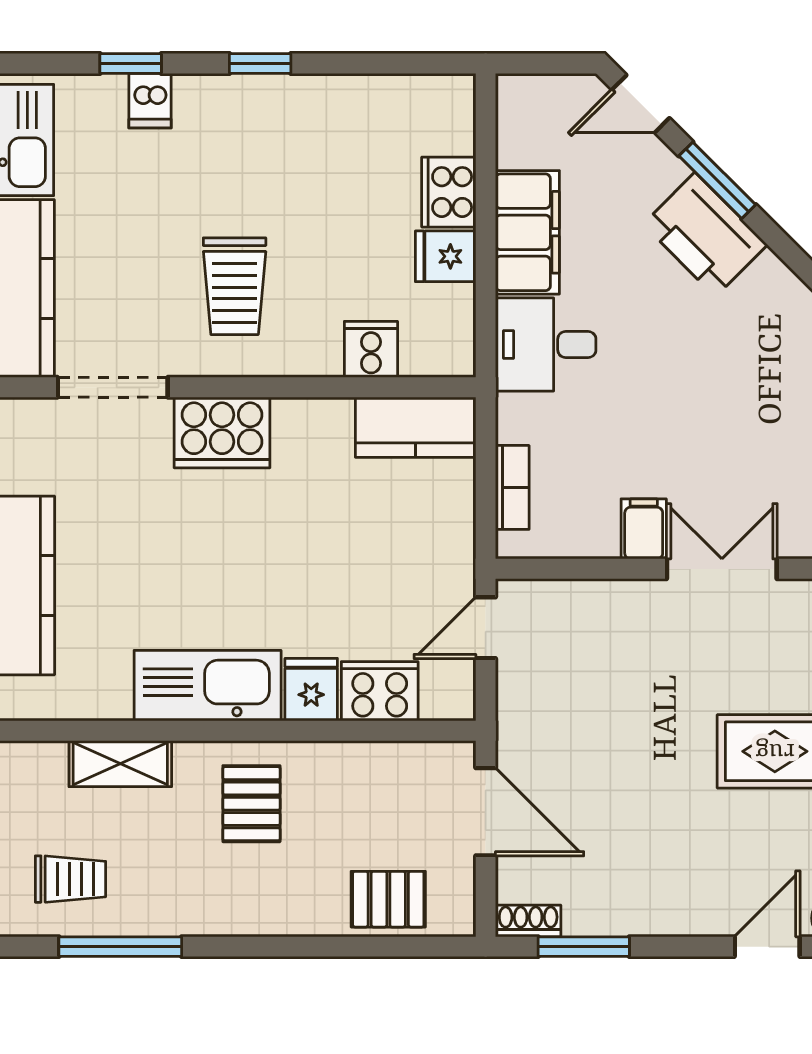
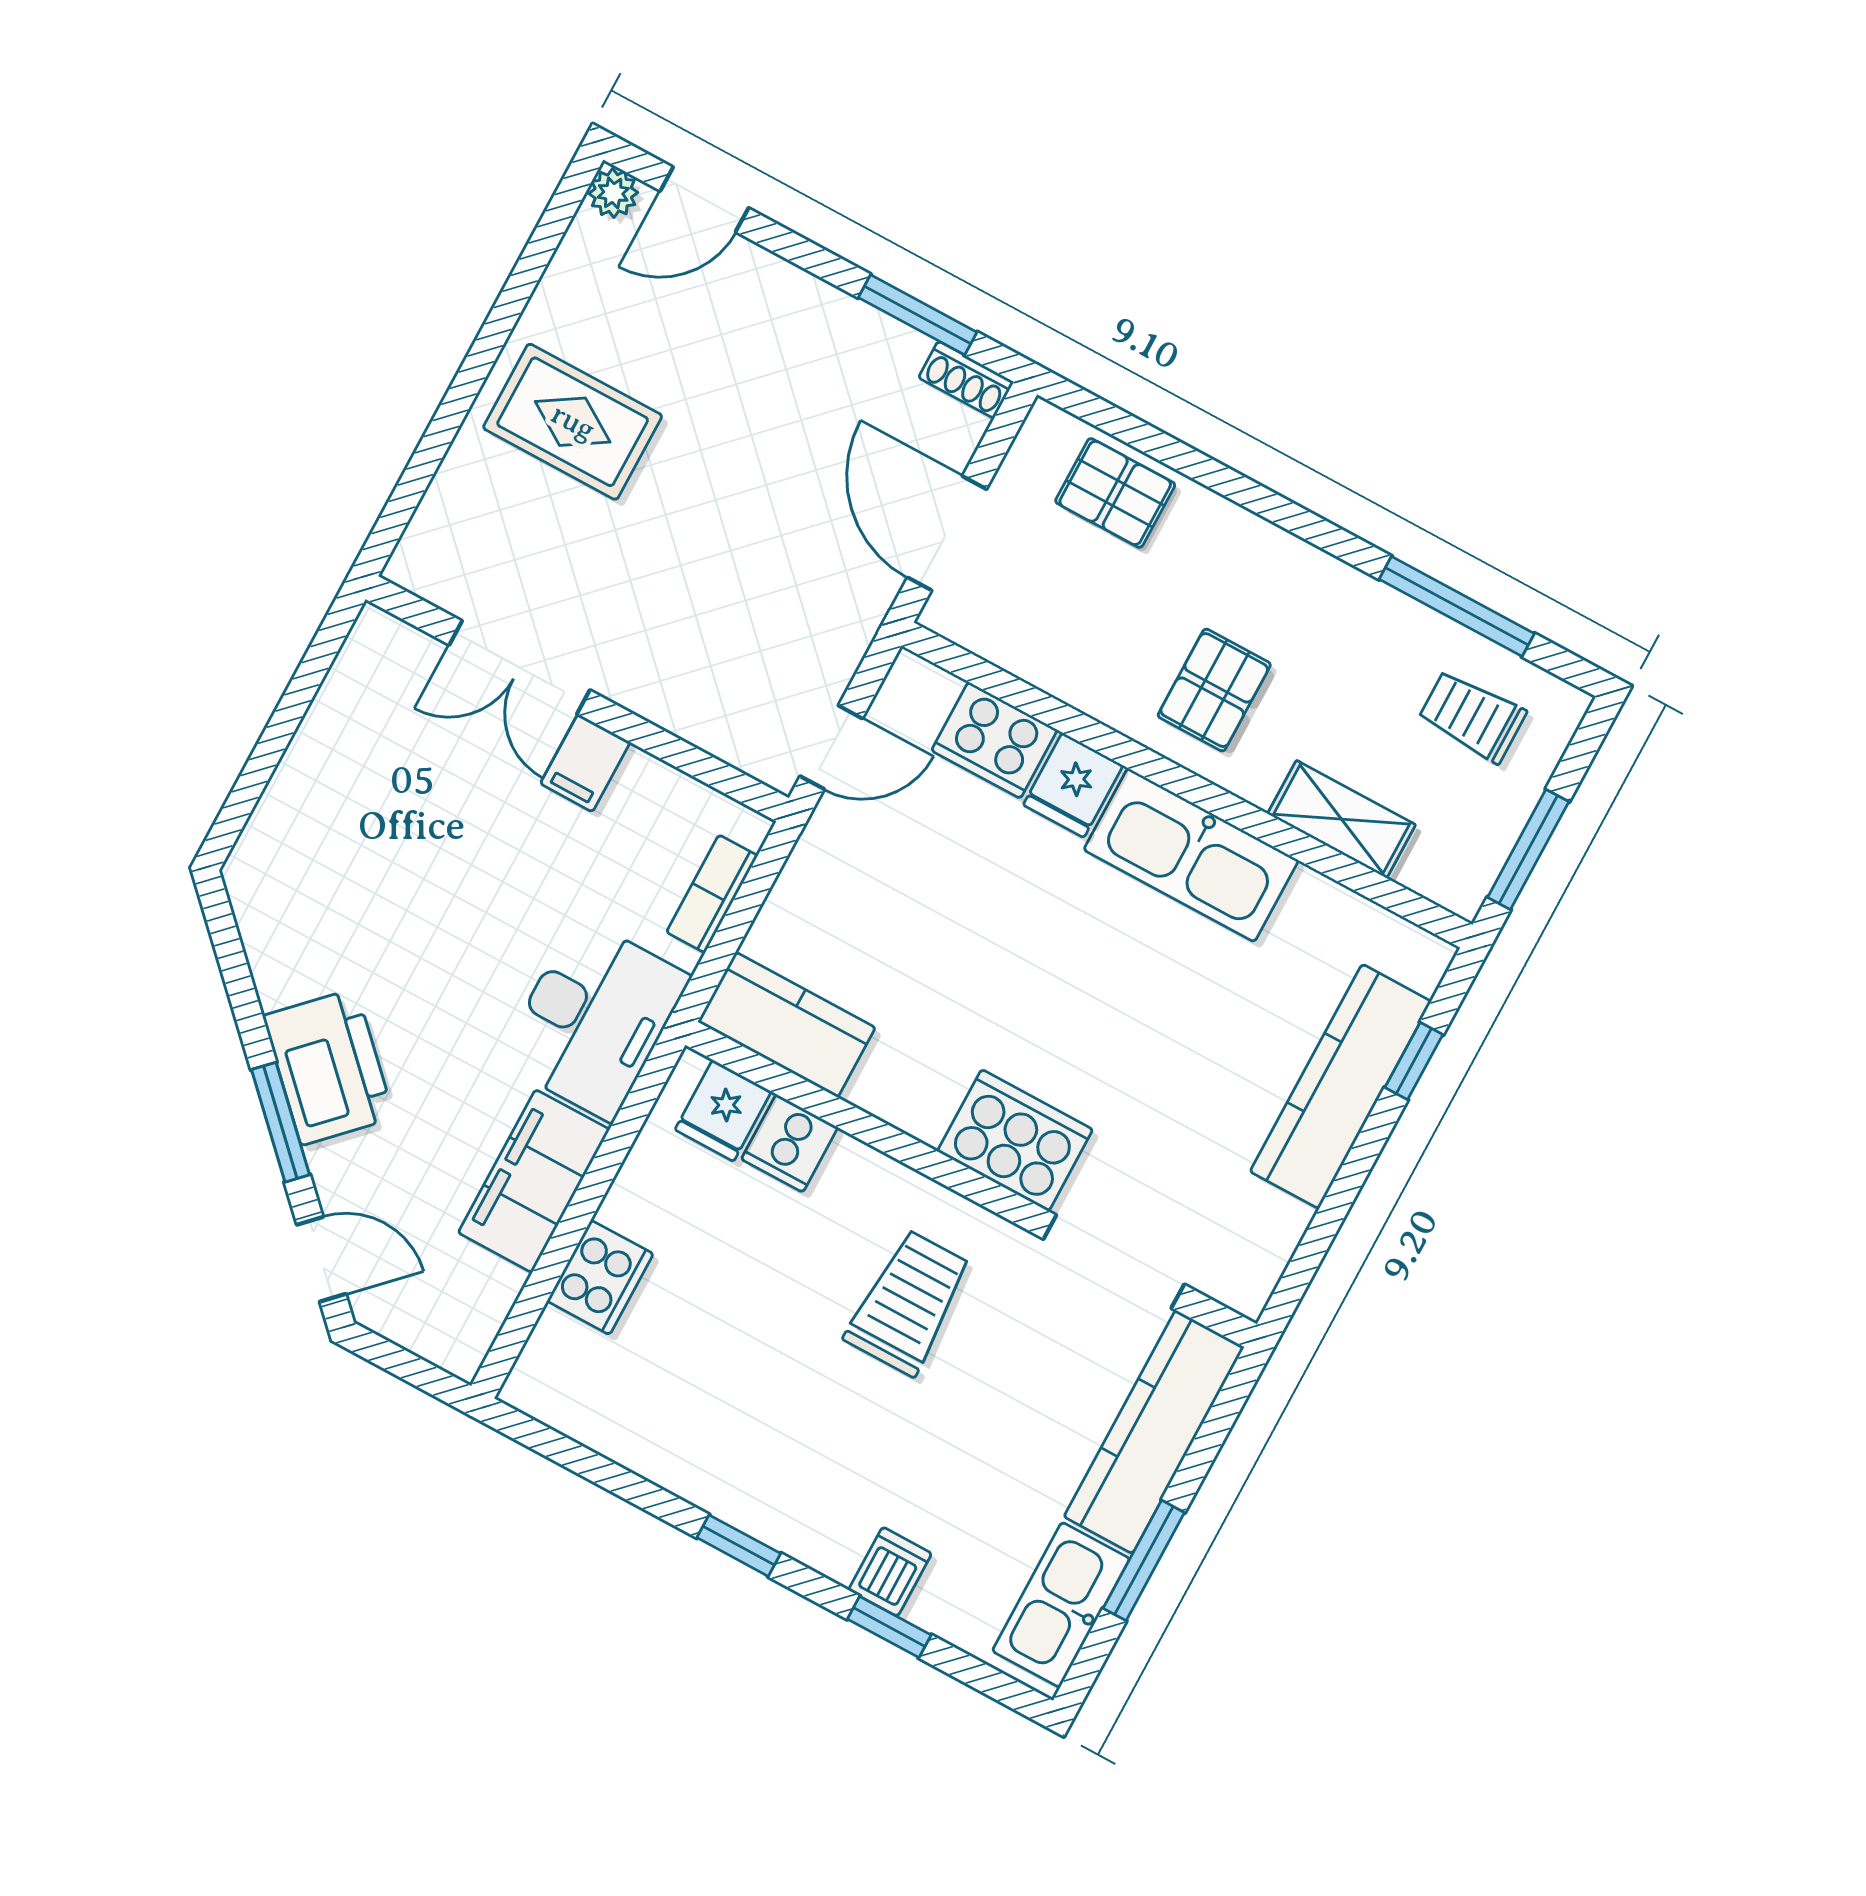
fridge: (446, 256) -> (723, 1111), moved, turned 90
desk: (546, 345) -> (594, 1019), width x1.37

